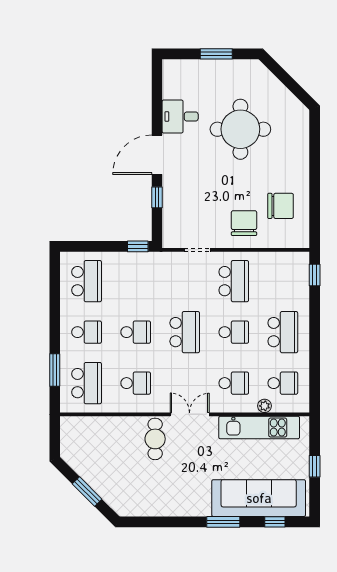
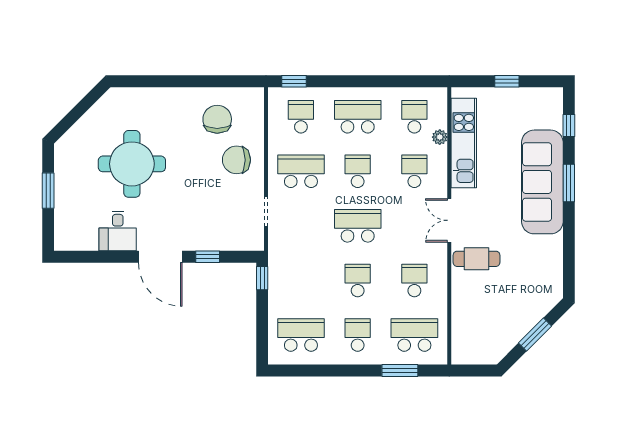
school desk: (283, 281) -> (301, 117), added
sofa: (259, 498) -> (542, 182), moved

